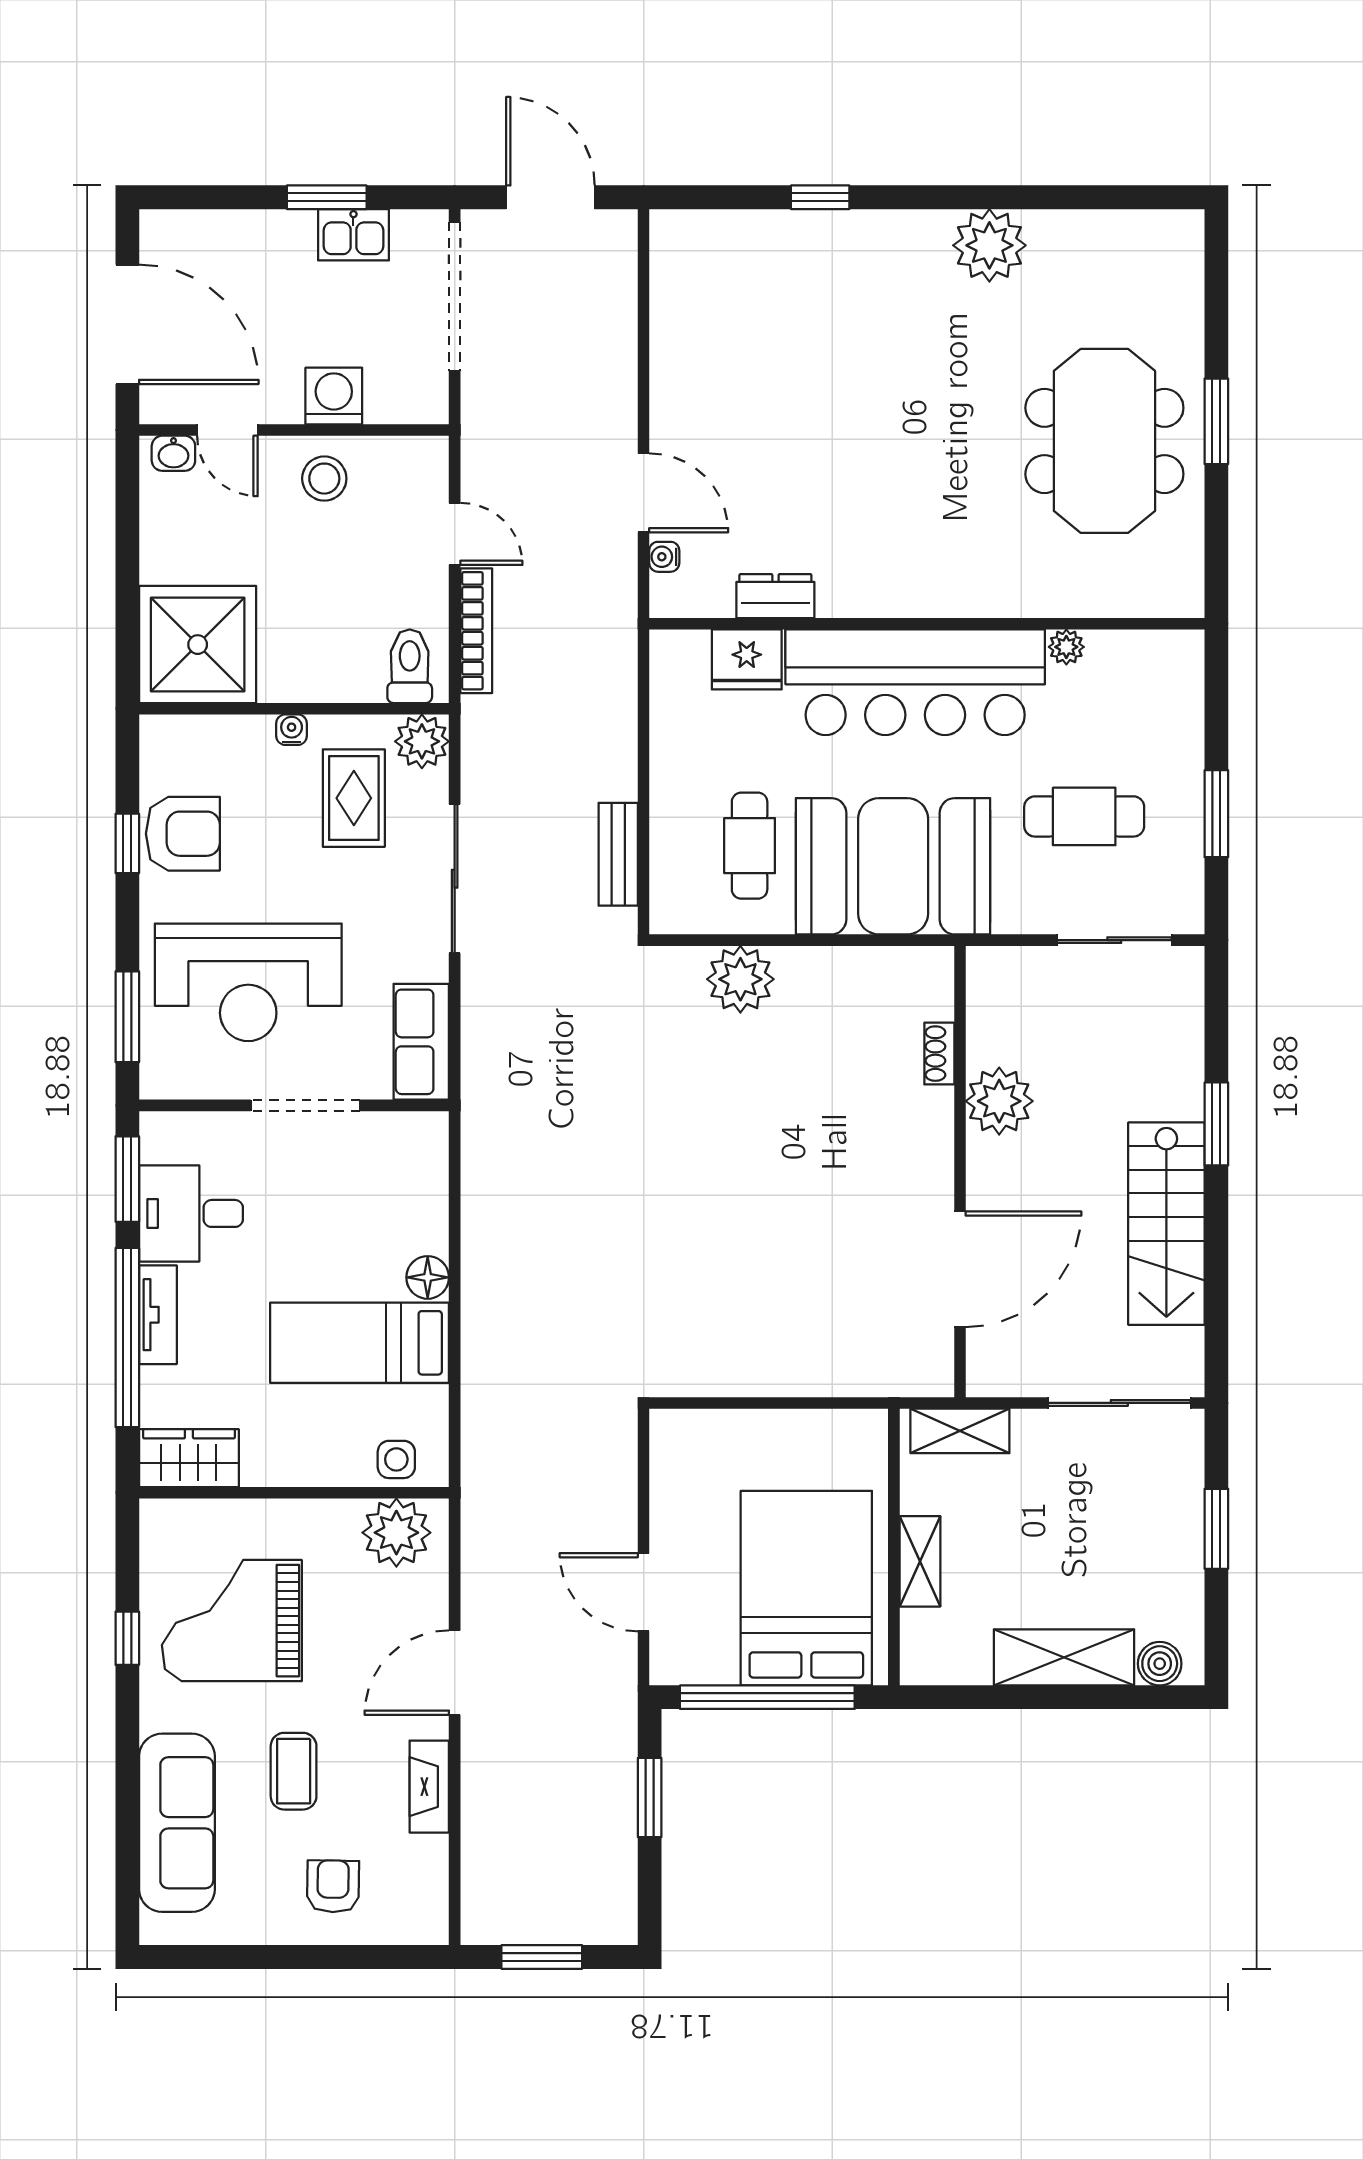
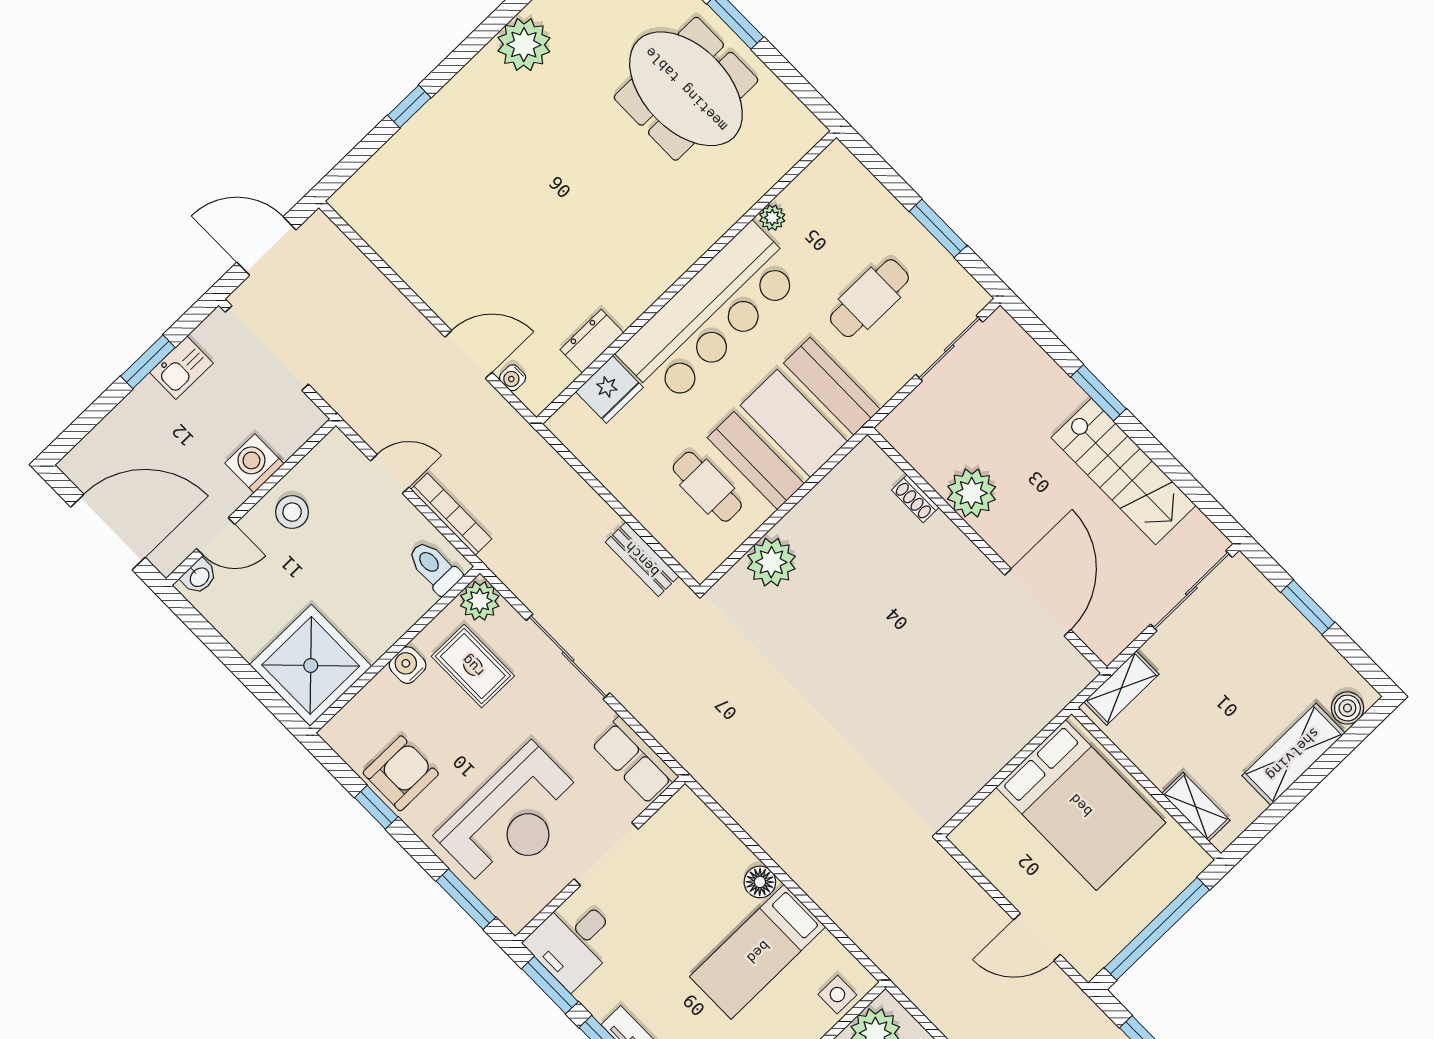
water cooler: (292, 730) -> (408, 665), width x1.38, depth x1.38
desk: (191, 1213) -> (573, 942), moved
shelving: (920, 1561) -> (1196, 807), moved
bed: (806, 1588) -> (1081, 805), moved, turned 180

